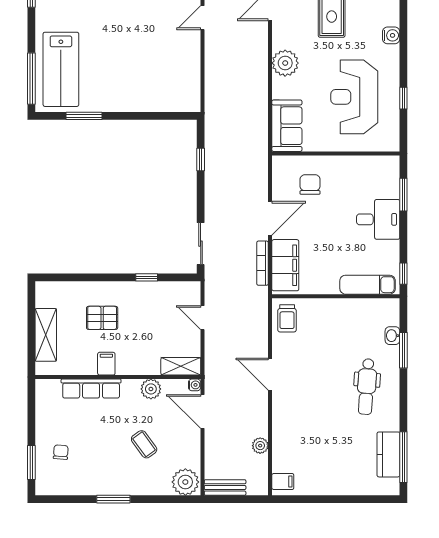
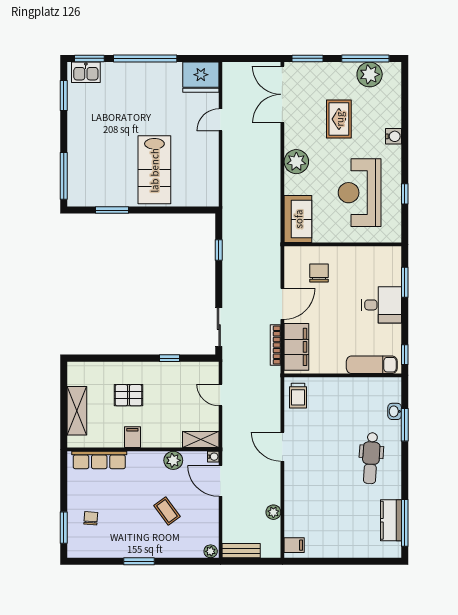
lab bench: (61, 69) -> (154, 170), moved
row of seats: (91, 389) -> (99, 460), moved
plant: (185, 482) -> (211, 551), width x0.53, depth x0.53

